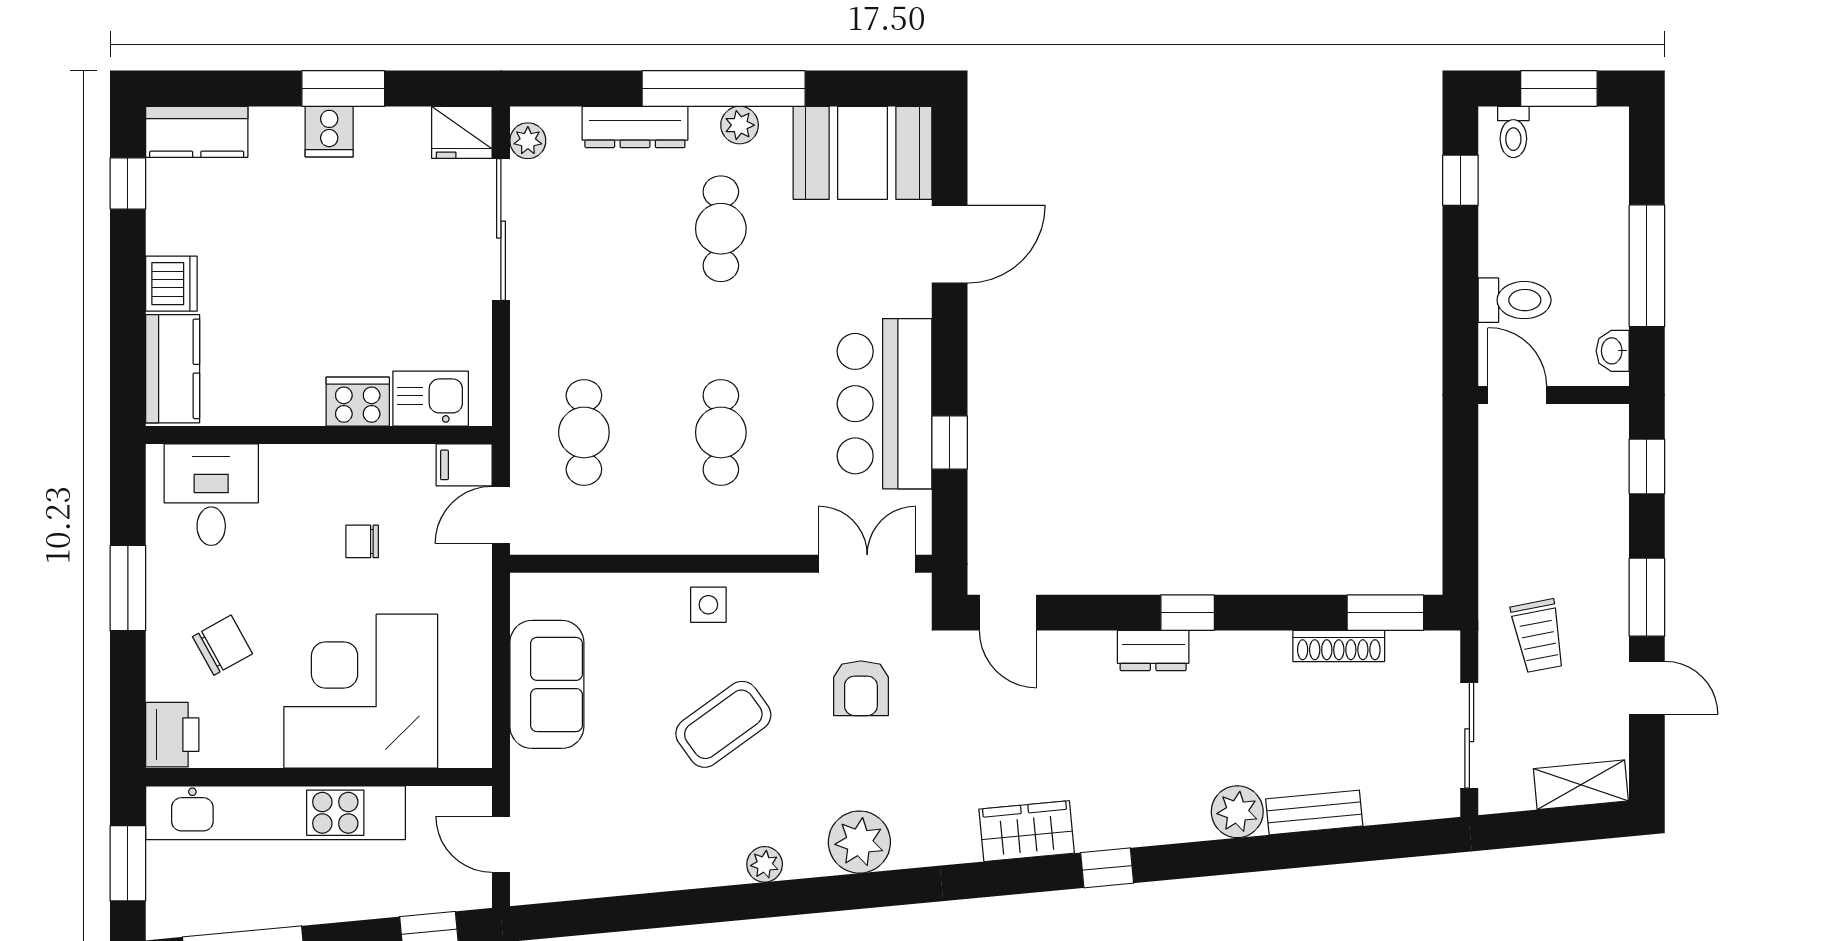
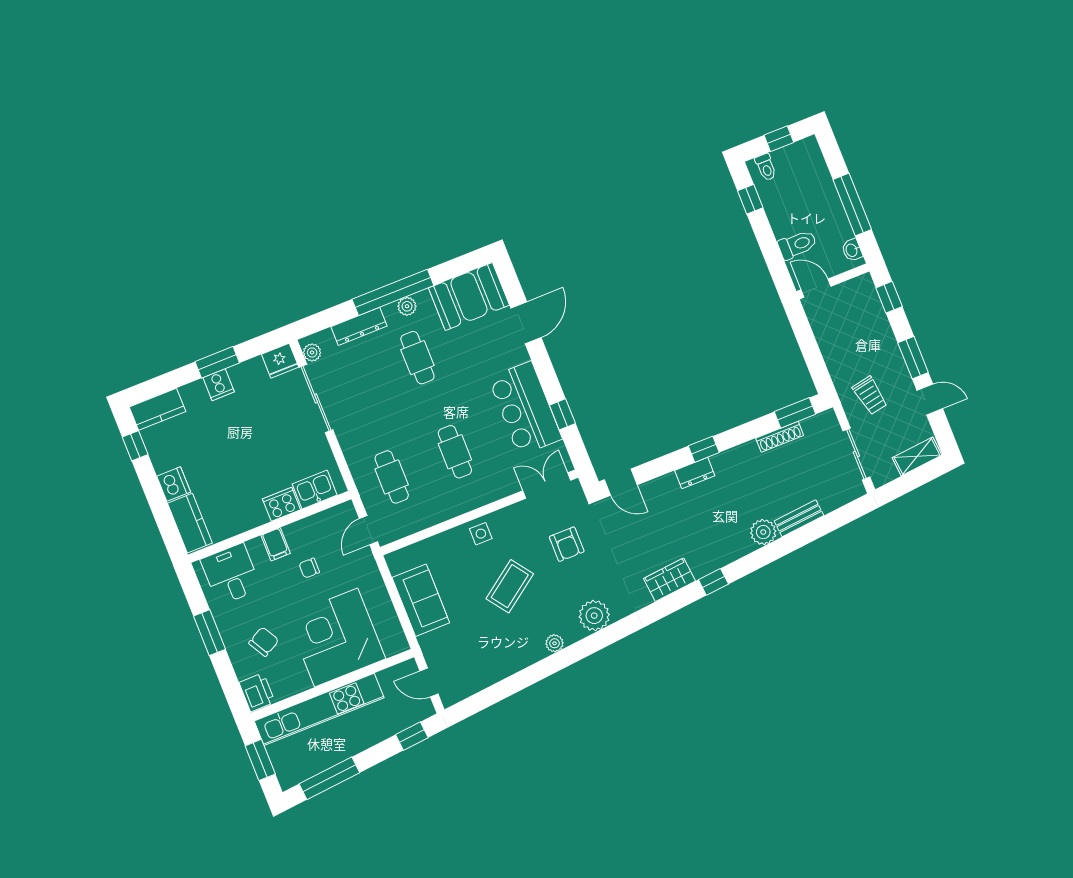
window: (1559, 88) -> (779, 139), width x0.67
filing cabinet: (464, 465) -> (276, 544), moved, turned -90

